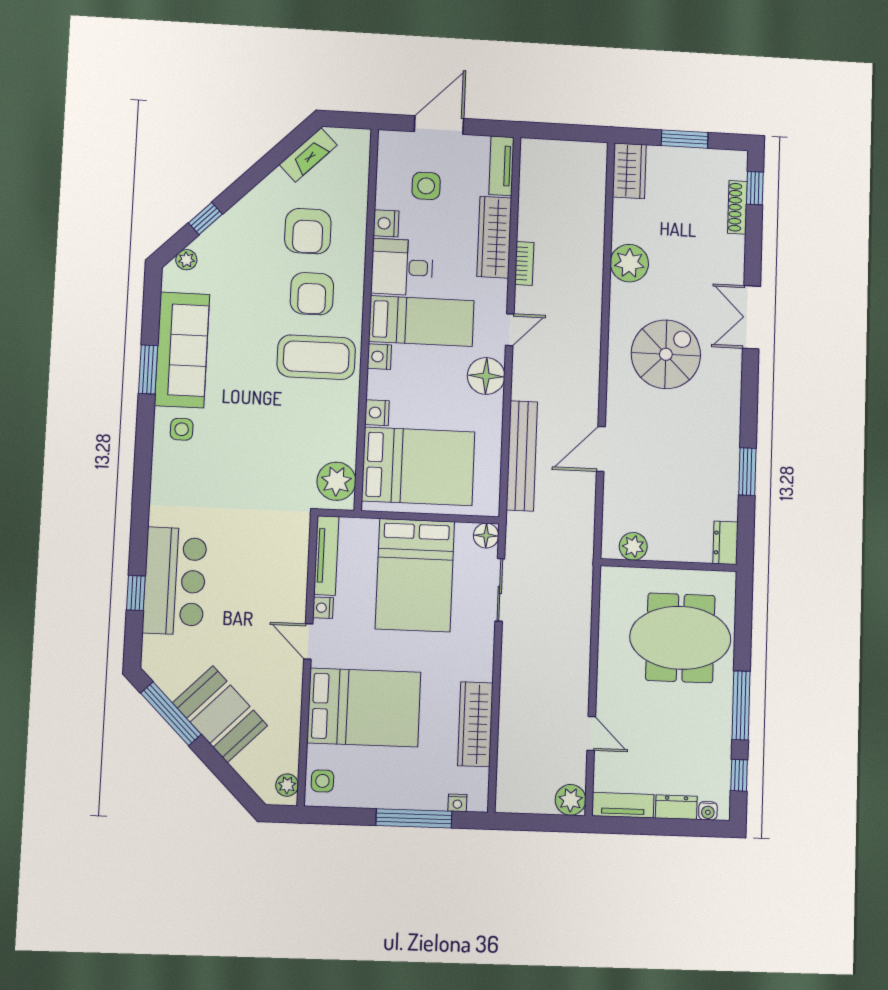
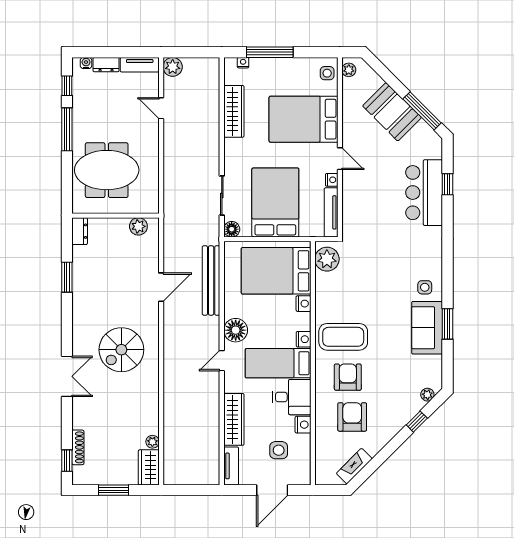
bookcase: (524, 263) -> (214, 404), removed
plant: (629, 263) -> (152, 442), moved, width x0.53, depth x0.53
sofa: (182, 350) -> (427, 328), width x0.73

